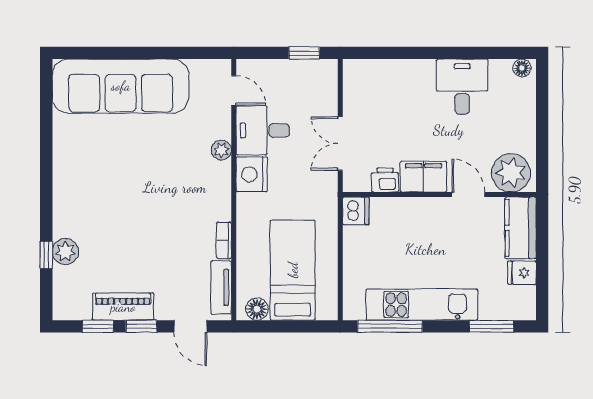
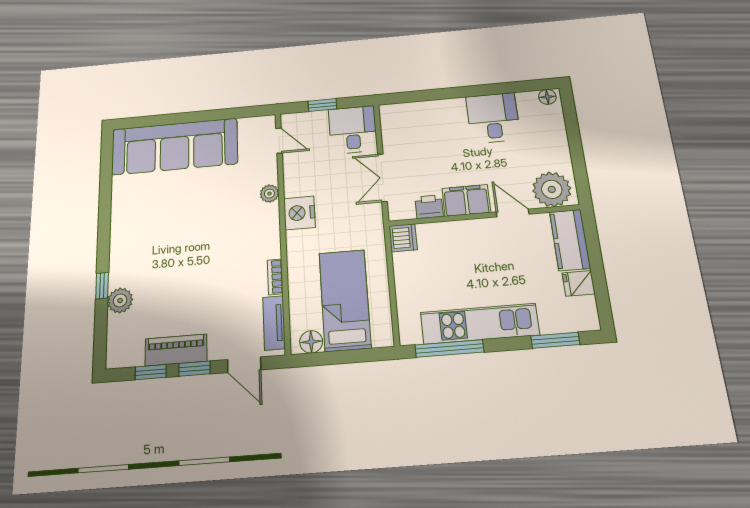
window: (304, 53) -> (322, 105), moved
desk: (263, 130) -> (353, 130), moved, turned 90
window: (46, 255) -> (102, 286), moved

